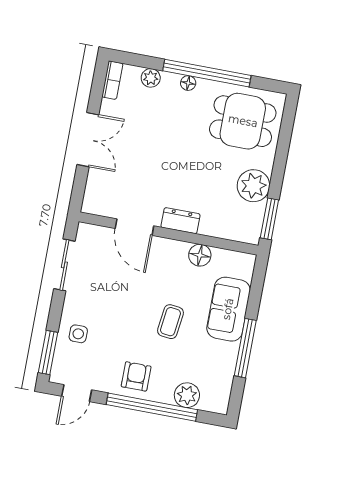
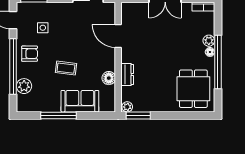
plant: (151, 78) -> (209, 41), moved
plant: (253, 186) -> (127, 107), moved, width x0.53, depth x0.53
dresser: (181, 221) -> (127, 74), moved
door: (134, 227) -> (118, 36), hinge flipped
side table: (78, 334) -> (43, 28), moved

